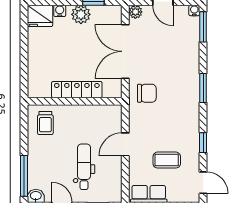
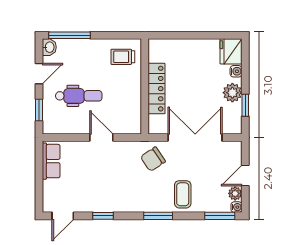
plant: (135, 12) -> (235, 193), moved
chair: (147, 93) -> (153, 159), turned 56
coffee table: (167, 160) -> (183, 194), moved

